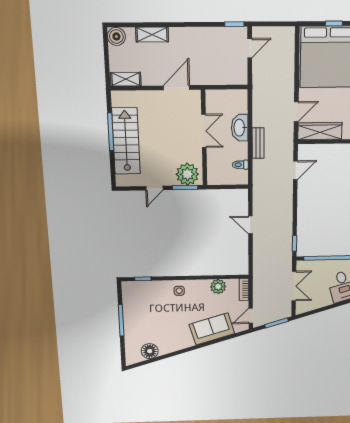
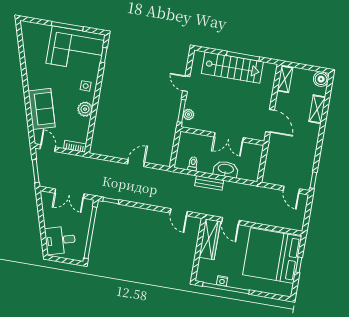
plant: (187, 174) -> (189, 114), width x0.53, depth x0.53
plant: (218, 287) -> (85, 109), moved
corner sofa: (143, 308) -> (76, 49), added
floor lamp: (150, 351) -> (31, 46), removed

